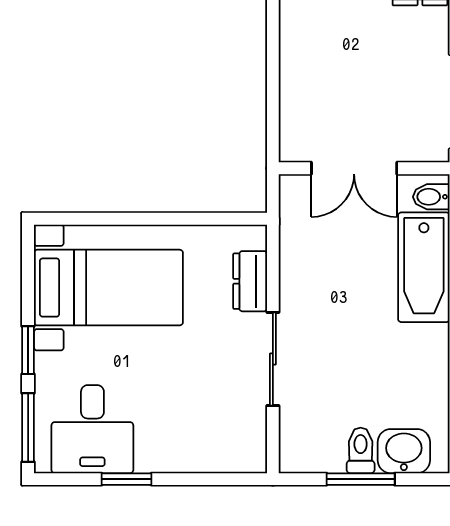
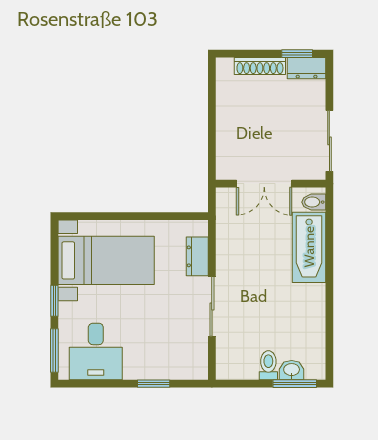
washbasin: (404, 451) -> (292, 370), width x0.72, depth x0.69
window: (127, 479) -> (154, 384), moved
window: (361, 479) -> (295, 384), moved

